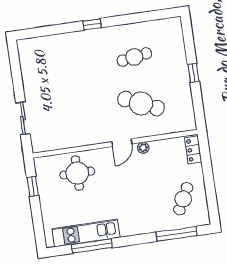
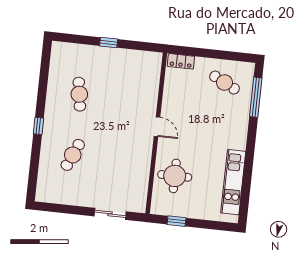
cafe table: (141, 104) -> (73, 155), moved, width x0.73, depth x0.74
plant: (143, 148) -> (167, 108), removed
window: (92, 246) -> (247, 180), removed

